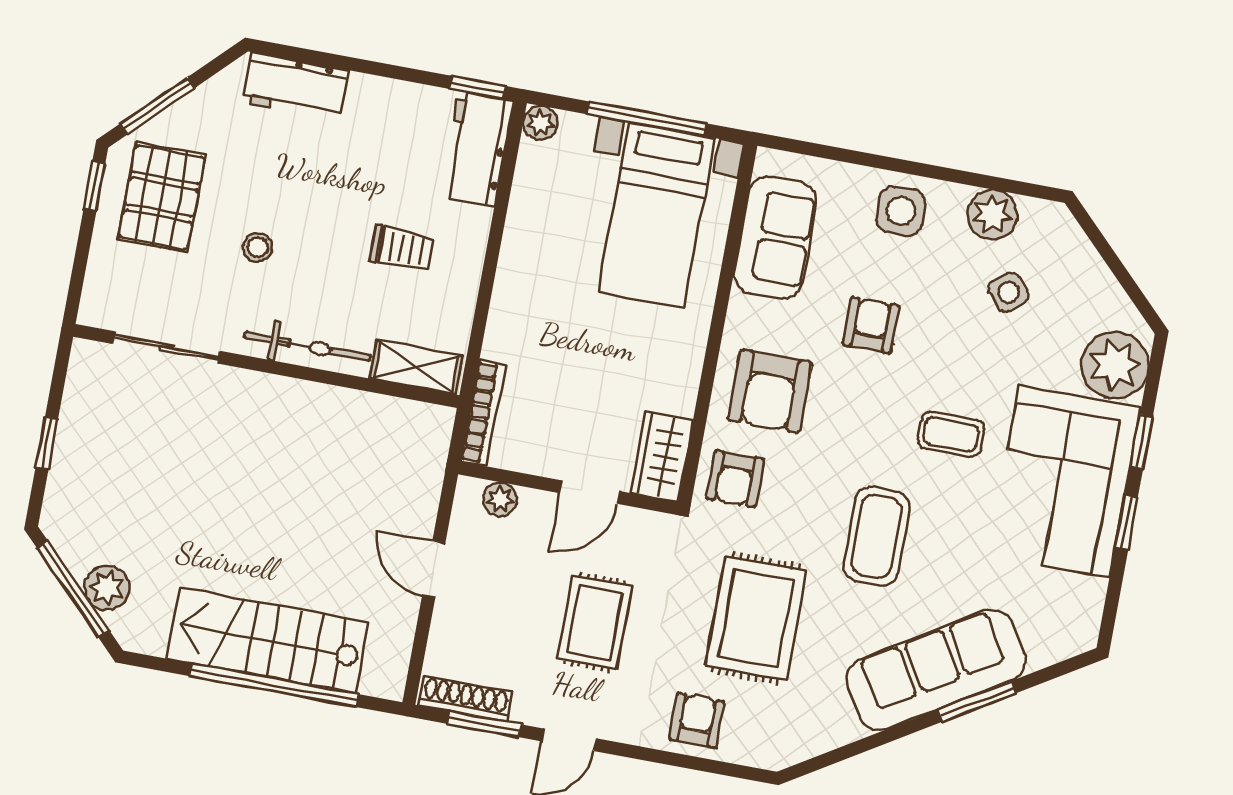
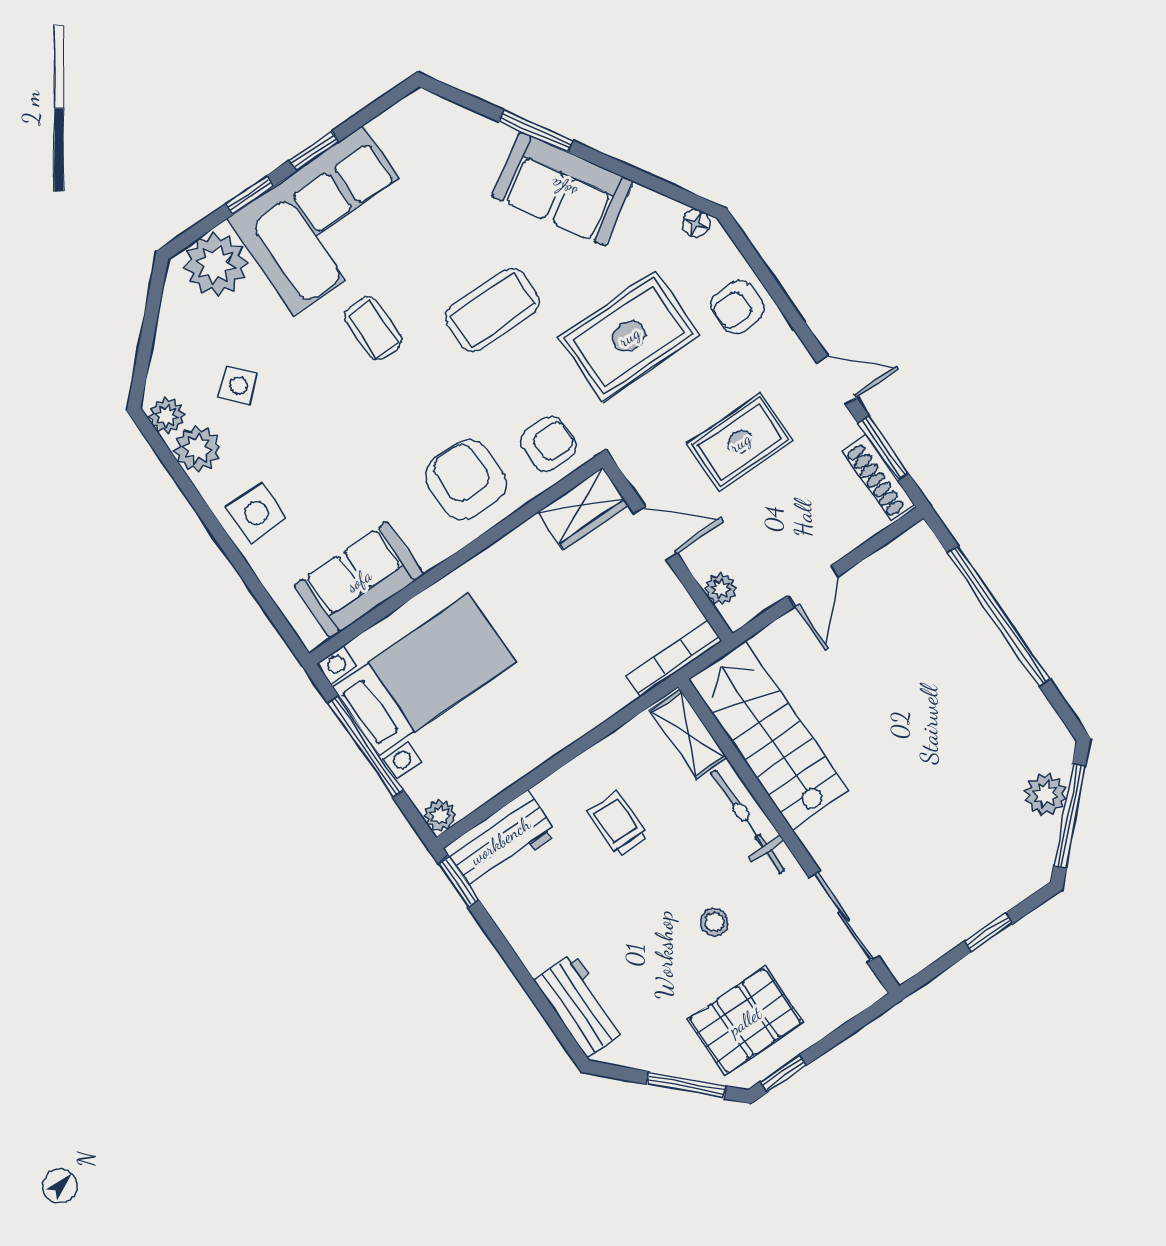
plant: (1039, 217) -> (167, 415), added
armchair: (871, 325) -> (353, 456), removed
armchair: (770, 391) -> (466, 480), turned -90
stairs: (267, 640) -> (769, 735), moved, turned 180
sofa: (936, 670) -> (563, 189), width x0.73
floor lamp: (790, 752) -> (696, 223), added

